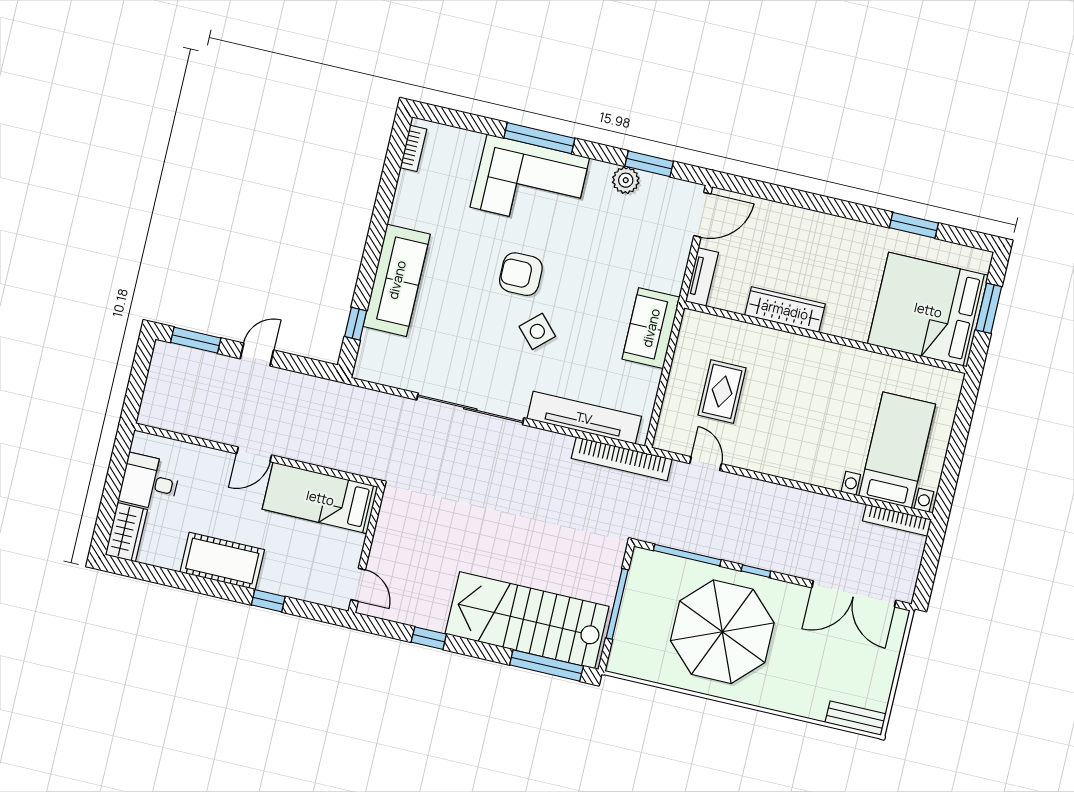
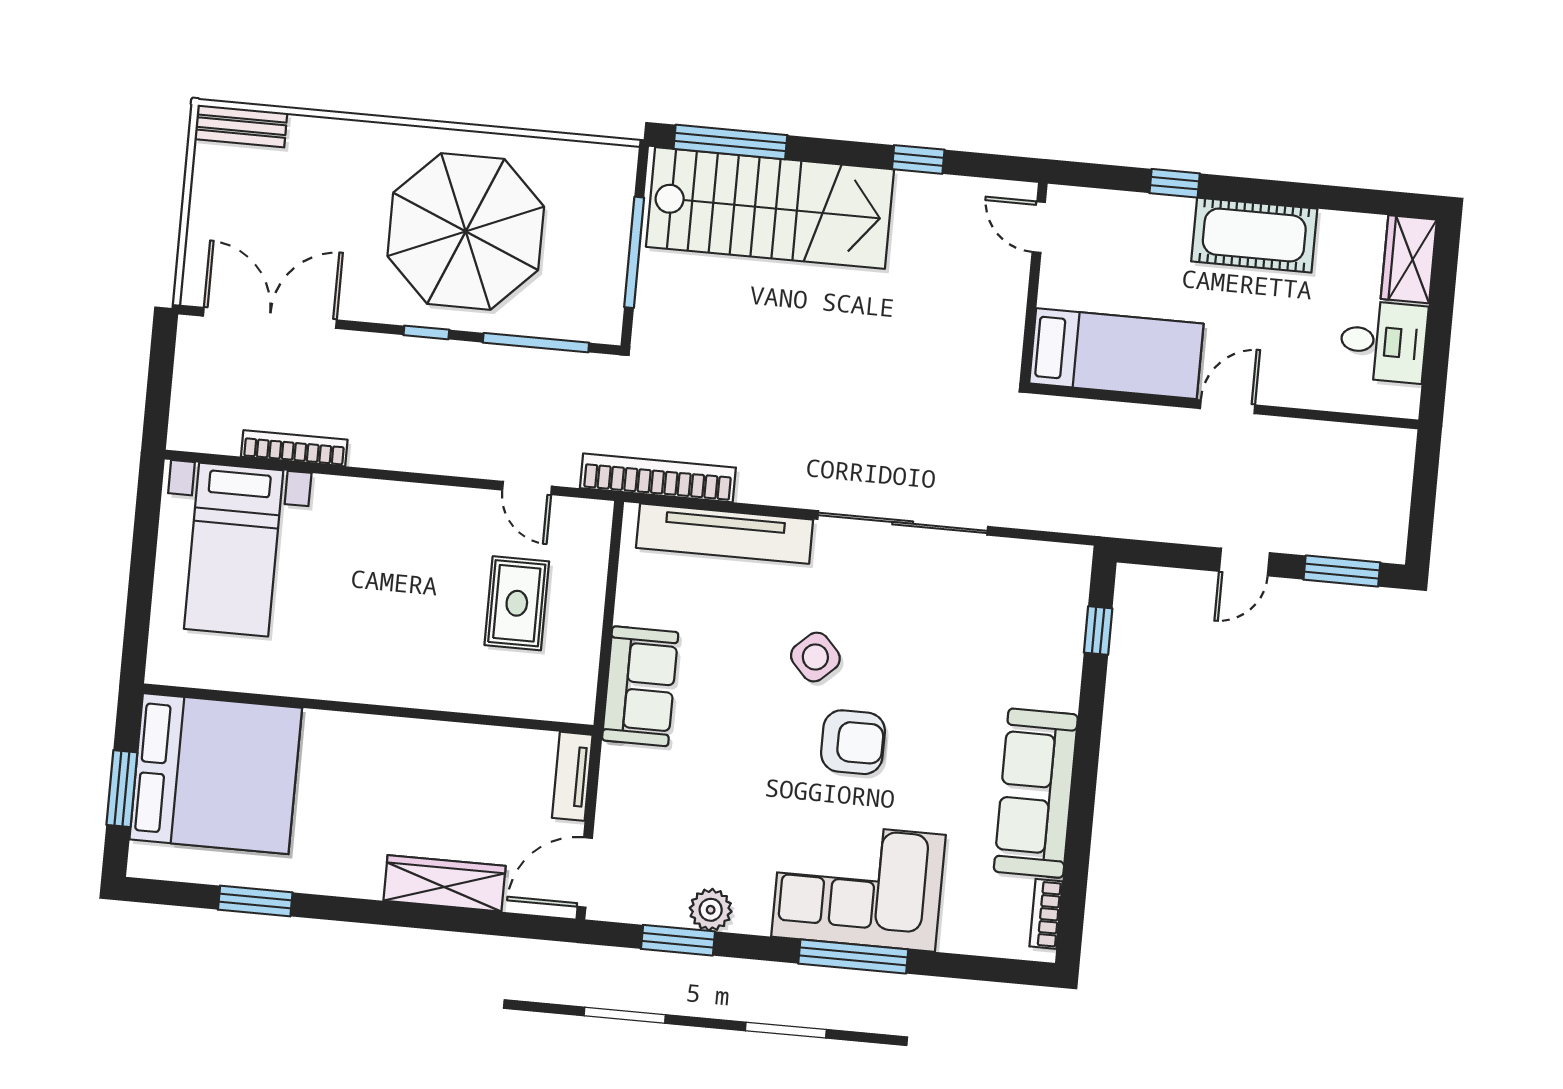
sofa: (397, 280) -> (1036, 793), moved
wardrobe: (785, 310) -> (445, 883), moved, turned 180
bookcase: (897, 520) -> (294, 448), moved

